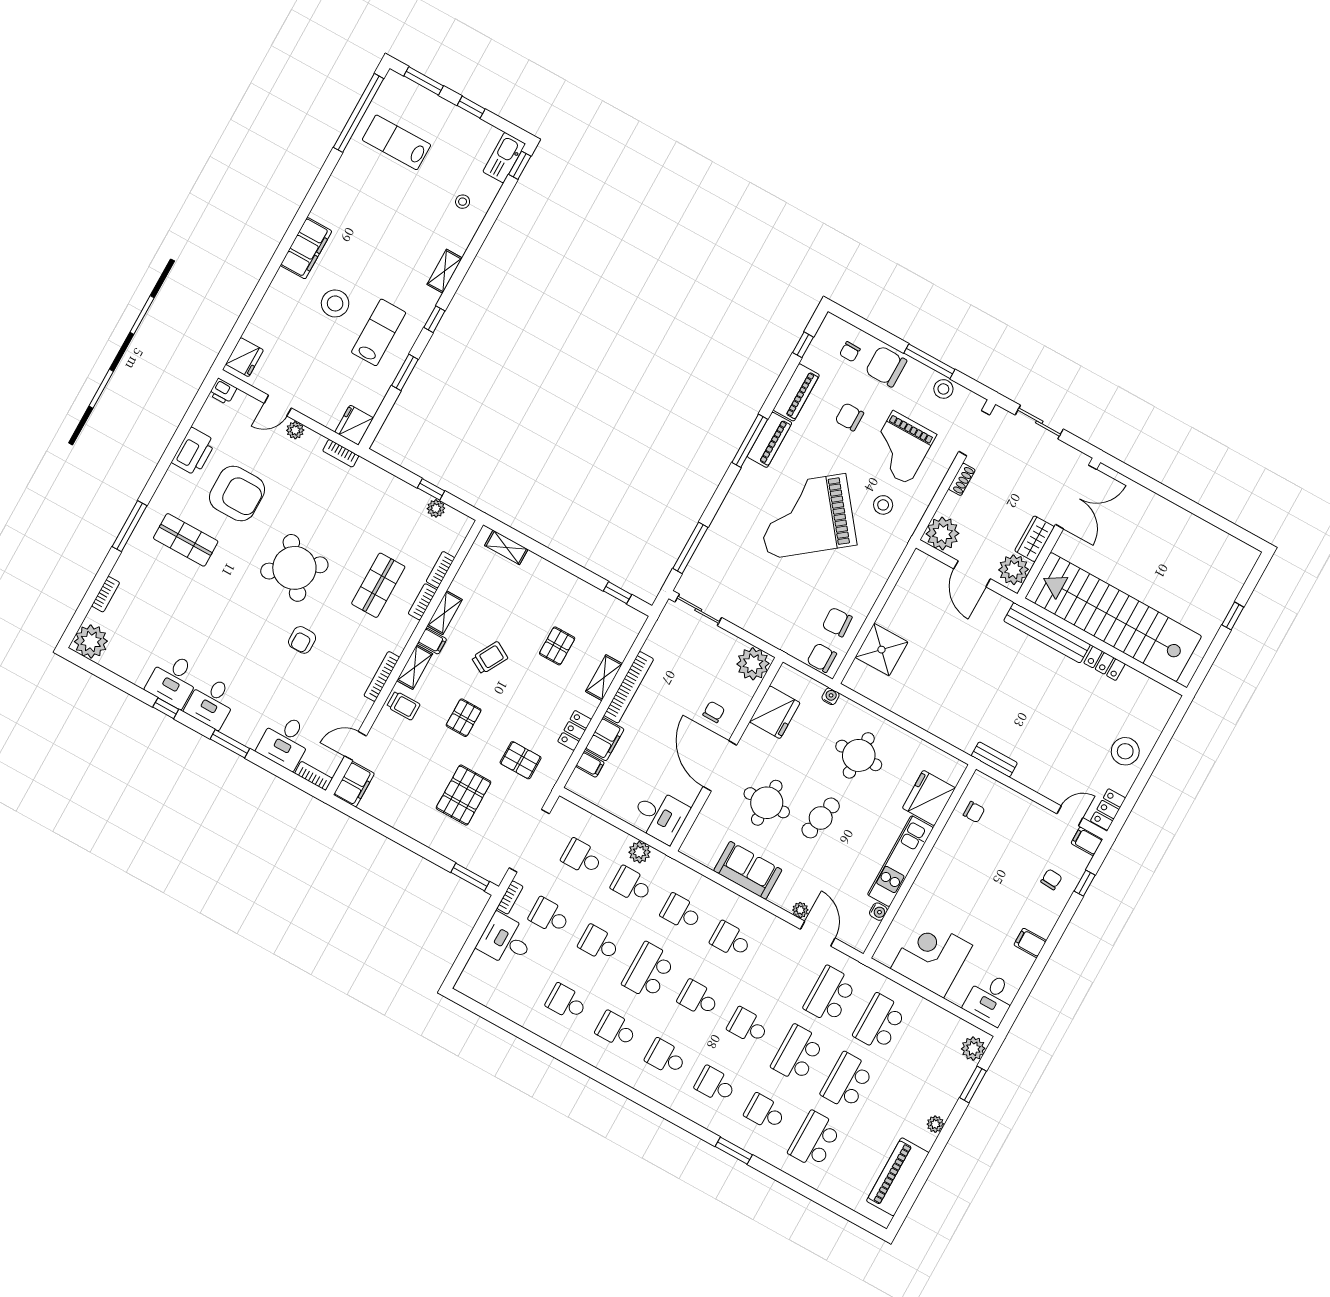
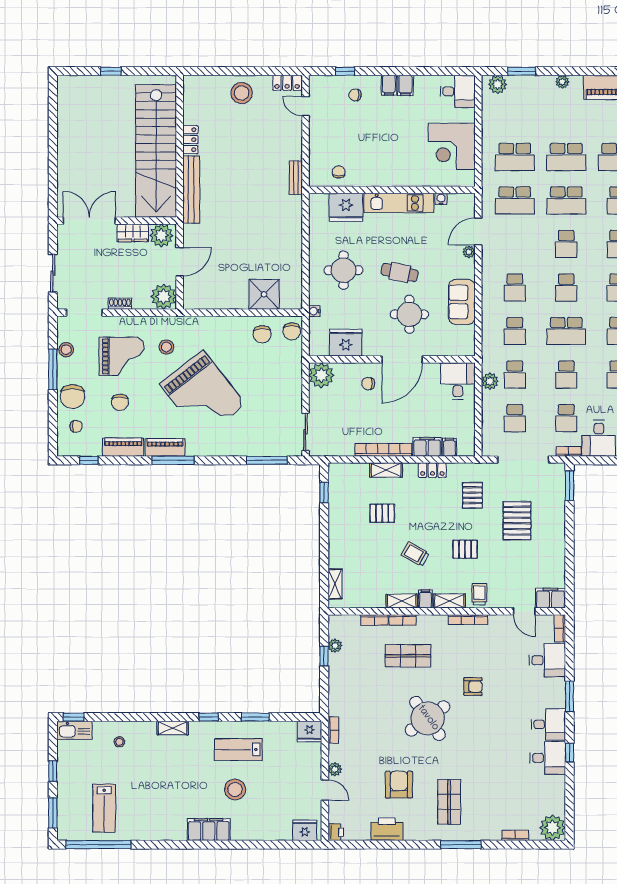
armchair: (237, 493) -> (399, 785), width x0.73, depth x0.73
pallet: (463, 795) -> (517, 521), turned 90
filing cabinet: (1087, 841) -> (389, 85), moved

